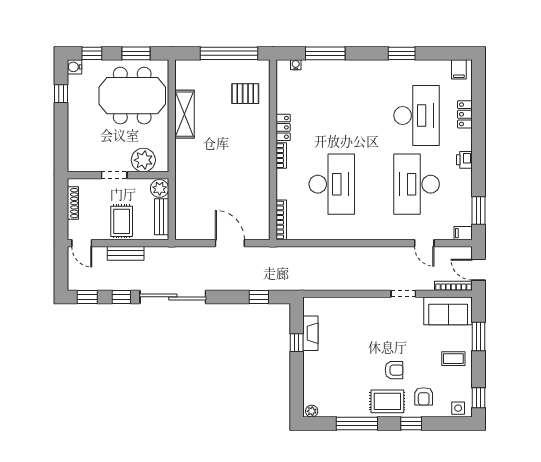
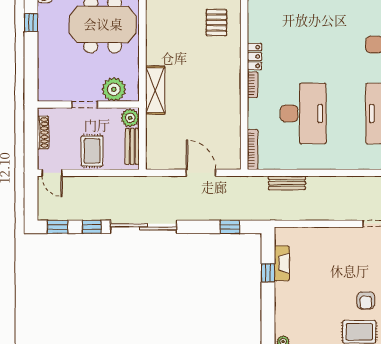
pallet: (245, 94) -> (216, 23), turned 90
shelving: (184, 114) -> (155, 90), moved
bench: (126, 253) -> (287, 183), moved
armchair: (394, 370) -> (366, 300), turned 90

